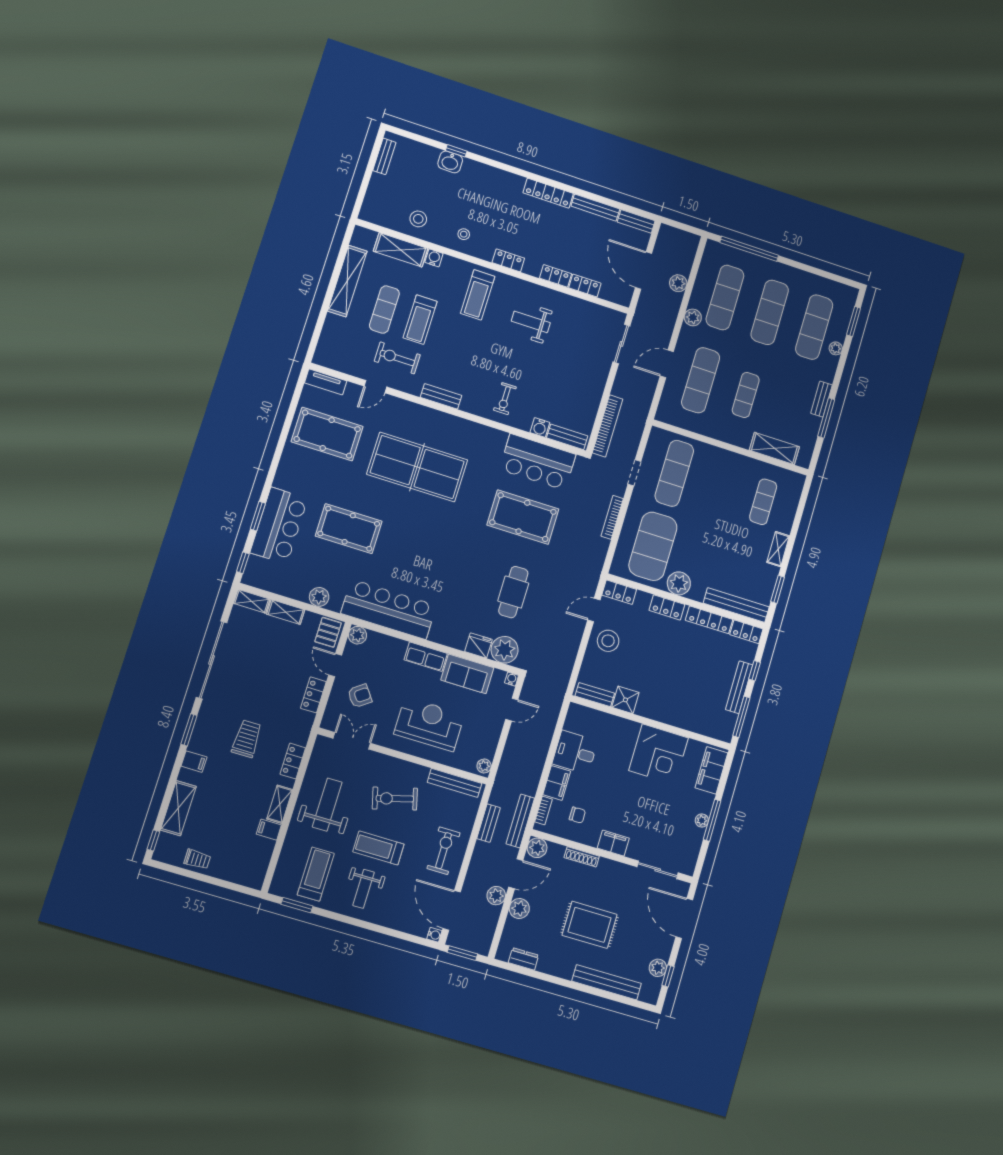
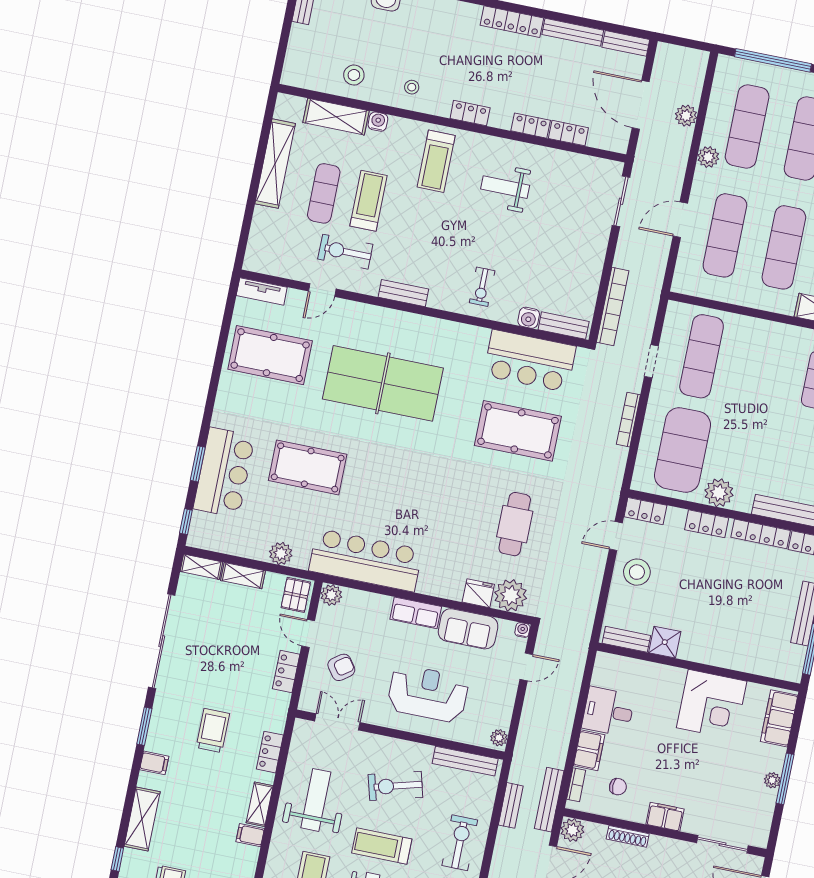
treadmill: (420, 320) -> (368, 201), turned 180
exercise mat: (746, 395) -> (784, 247), width x1.36, depth x1.45

